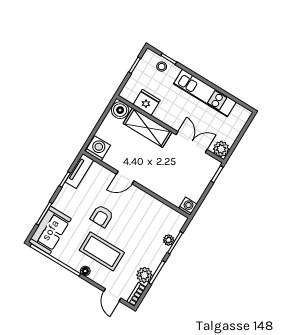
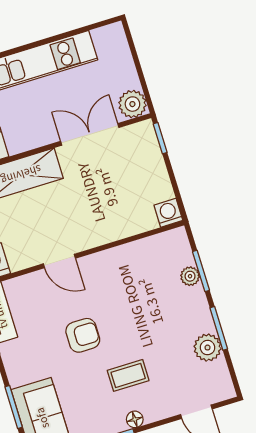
door: (125, 178) -> (59, 261), hinge flipped
armchair: (102, 216) -> (83, 335), turned -90
coffee table: (102, 251) -> (128, 375), width x0.54, depth x0.58
bookcase: (136, 294) -> (224, 380), removed

